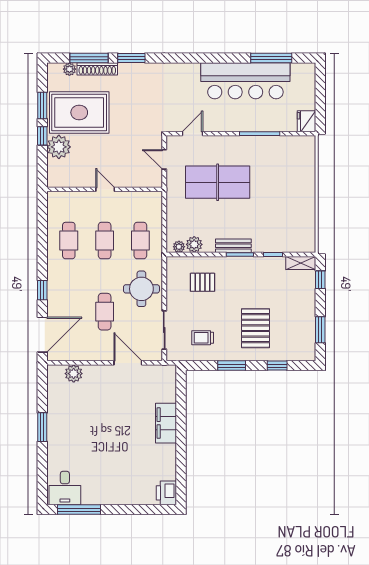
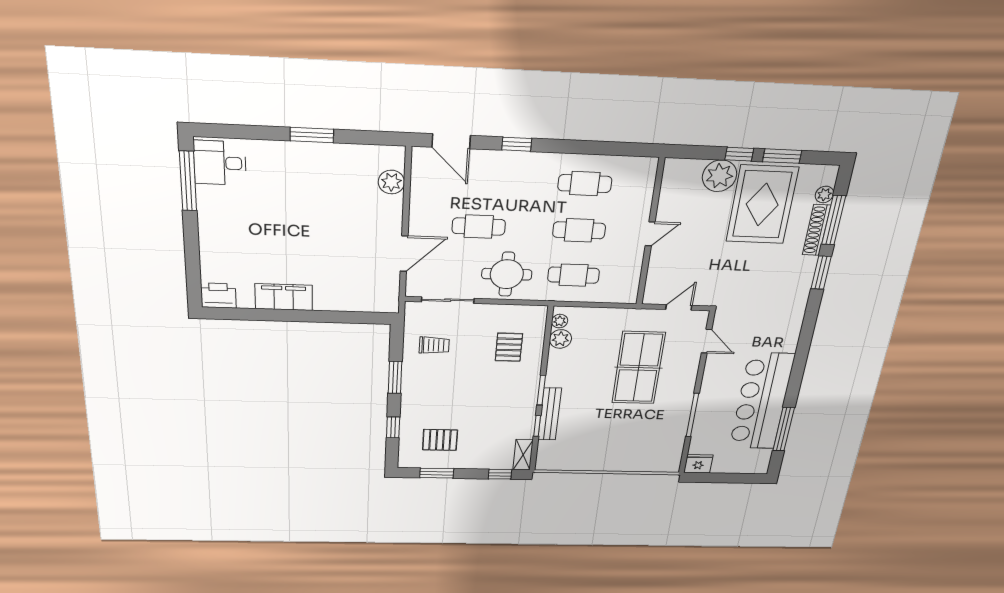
bench: (233, 246) -> (550, 414), moved, width x1.36
pallet: (255, 328) -> (440, 440), moved, width x0.67, depth x0.71
door: (42, 335) -> (451, 141), width x0.73
trolley: (203, 338) -> (434, 345), turned 90
filing cabinet: (166, 423) -> (284, 297), moved

